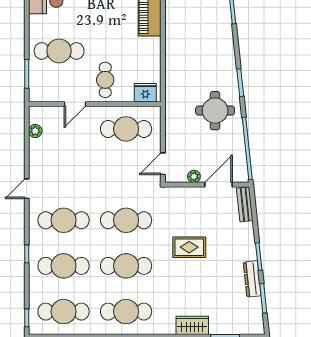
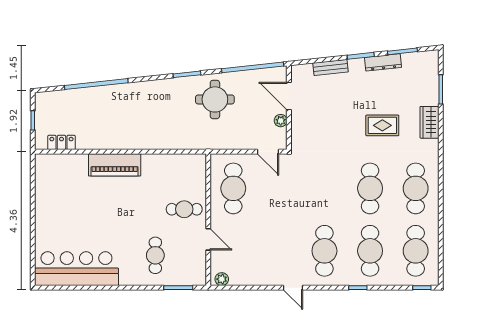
cafe table: (59, 51) -> (155, 255), width x0.73, depth x0.74
fridge: (145, 93) -> (197, 169), removed
plant: (35, 131) -> (222, 279), moved
bench: (245, 204) -> (331, 67), moved
cafe table: (126, 220) -> (324, 188), removed
rug: (189, 247) -> (382, 125), moved, turned 90

